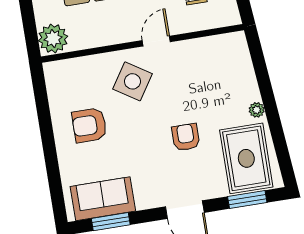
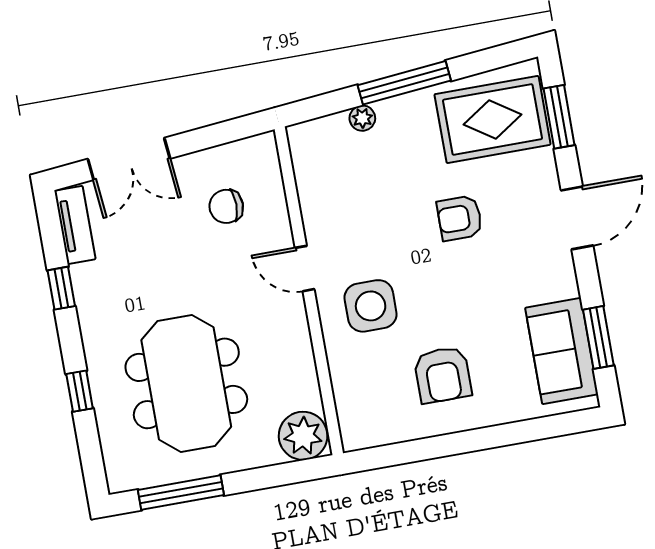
side table: (132, 81) -> (371, 306), turned -33
window: (270, 104) -> (404, 83), added
plant: (257, 110) -> (362, 118), moved

